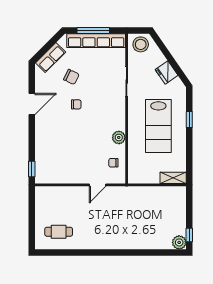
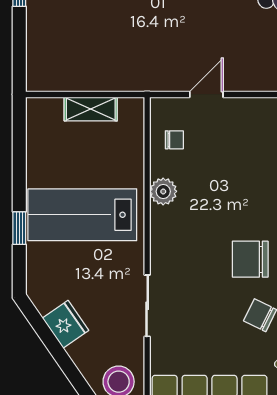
chair: (76, 104) -> (250, 259), width x1.87, depth x1.87
lab bench: (158, 126) -> (82, 215), turned -90
shelving: (173, 178) -> (91, 109), moved

